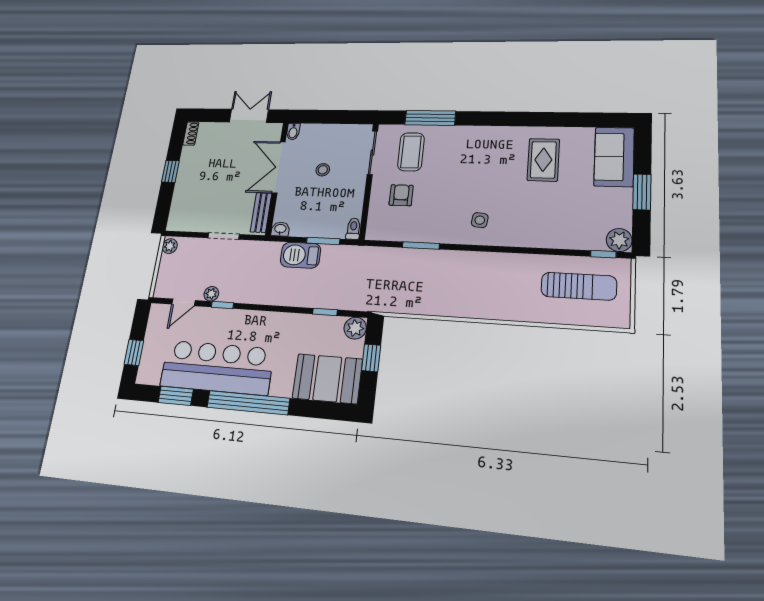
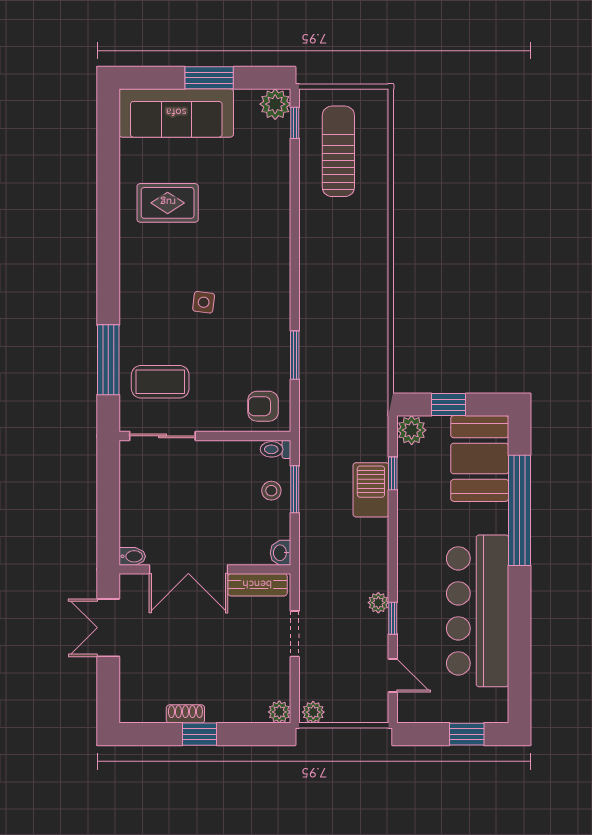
shoe rack: (191, 133) -> (185, 714), moved
sofa: (614, 157) -> (176, 113), width x1.36
stool: (323, 170) -> (271, 491), moved
armchair: (401, 195) -> (263, 406), moved
side table: (480, 220) -> (204, 302), moved
plant: (174, 223) -> (279, 712), added
barbecue: (300, 255) -> (371, 490), moved, turned 180
plant: (211, 294) -> (378, 603), moved
window: (176, 396) -> (519, 662), removed
window: (248, 403) -> (519, 510), moved

